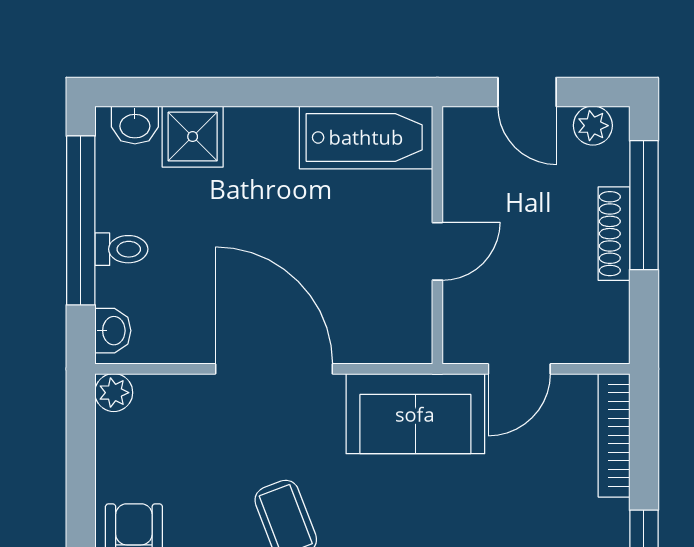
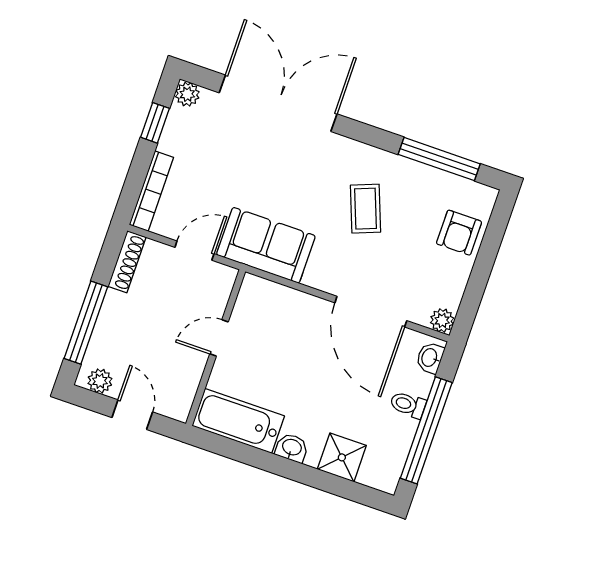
washbasin: (135, 125) -> (292, 448), moved
shoe rack: (614, 234) -> (127, 262), moved
door: (274, 369) -> (371, 312), moved

